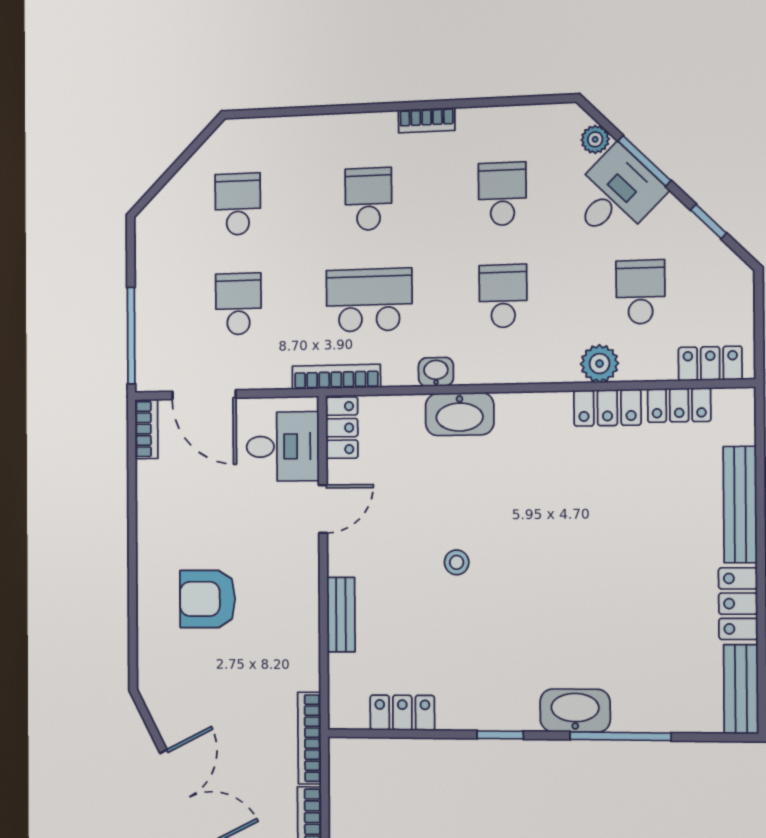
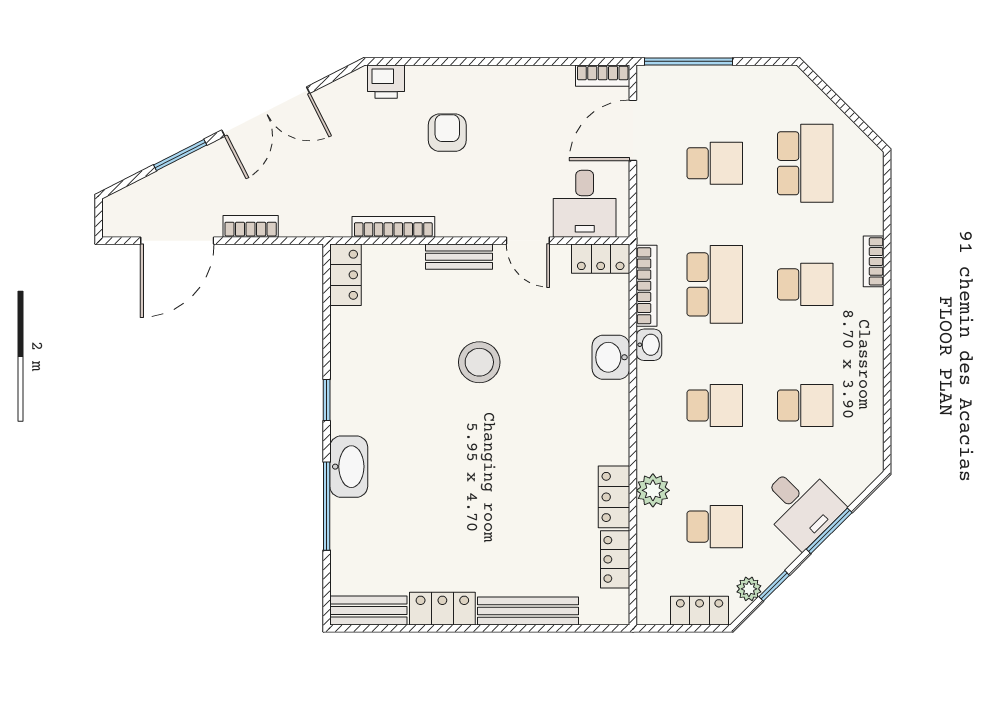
bookcase: (427, 120) -> (874, 261), moved
plant: (595, 139) -> (749, 589), moved
school desk: (238, 204) -> (805, 163), width x1.85
locker: (710, 363) -> (700, 611), moved, turned -90
bookcase: (336, 377) -> (647, 286), moved
washbasin: (460, 414) -> (611, 357), width x0.72
stool: (457, 562) -> (479, 362), width x1.89, depth x1.89
armchair: (208, 599) -> (447, 133), width x0.72, depth x0.72
bench: (341, 615) -> (459, 257), moved
printer: (154, 666) -> (386, 82), added
locker: (402, 713) -> (345, 275), moved
bookcase: (309, 738) -> (393, 227), moved

